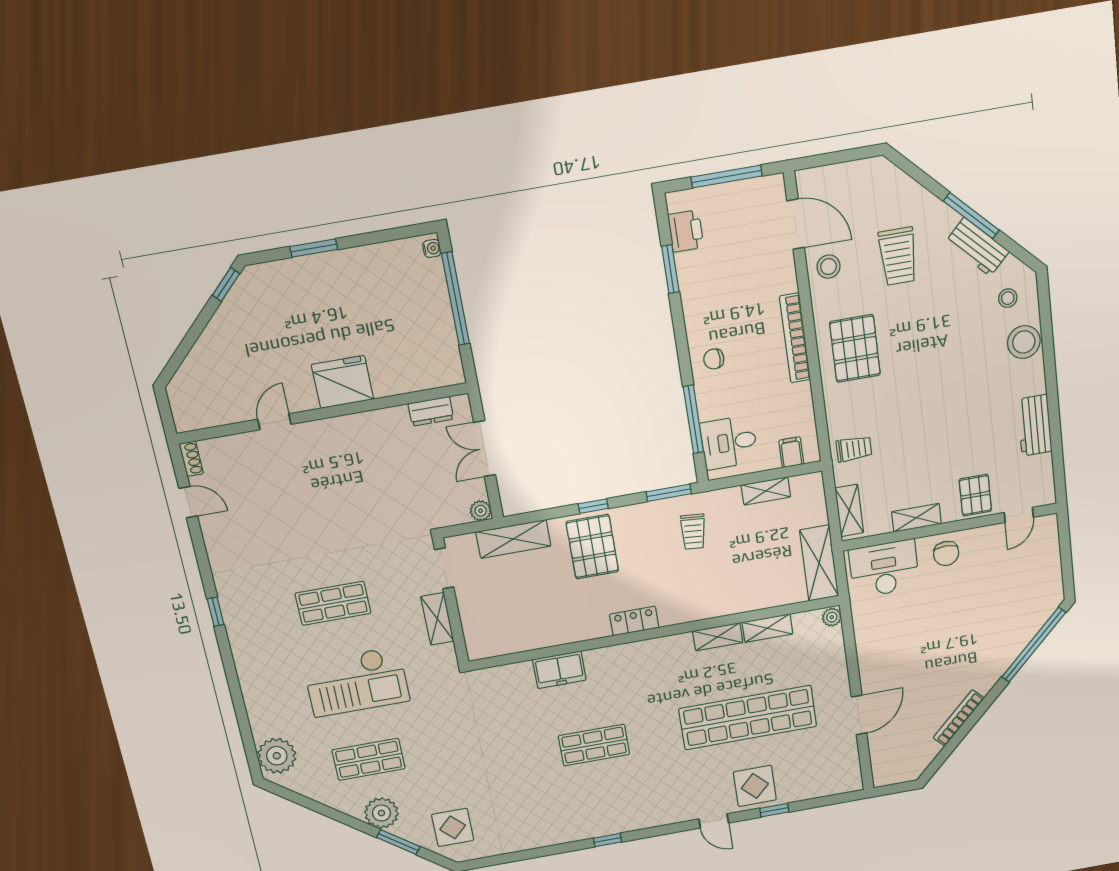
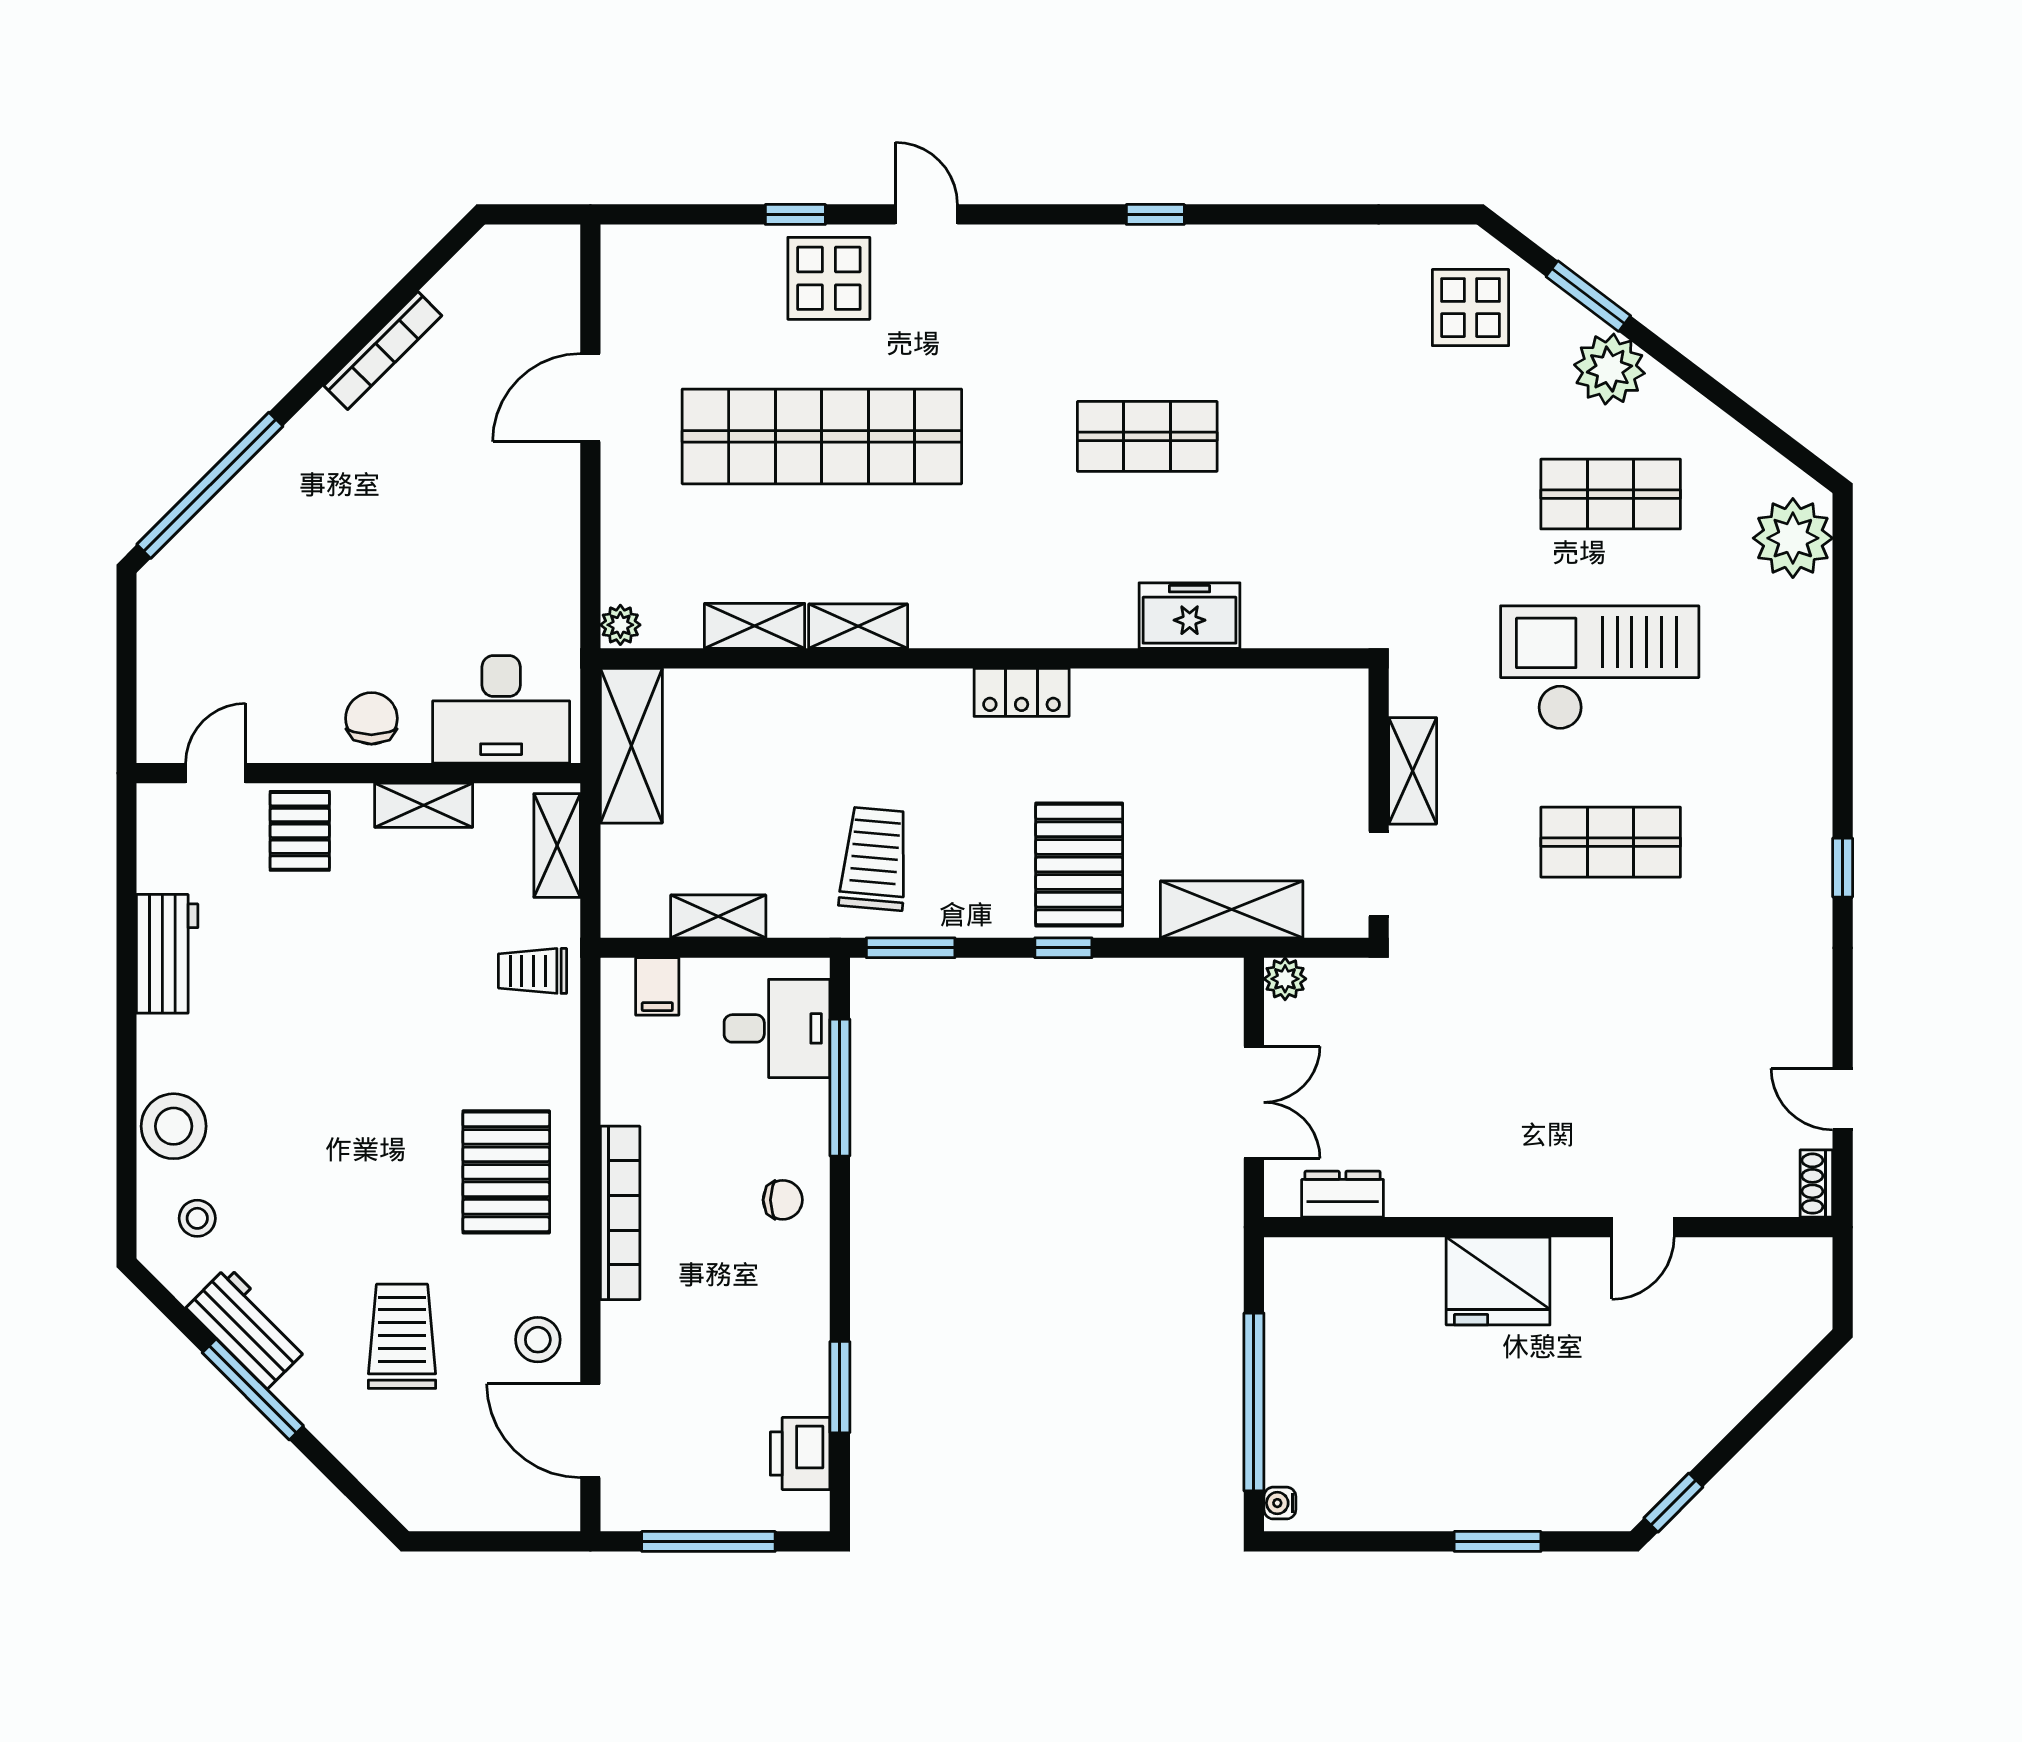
trolley: (693, 532) -> (875, 859), width x1.36, depth x1.39

